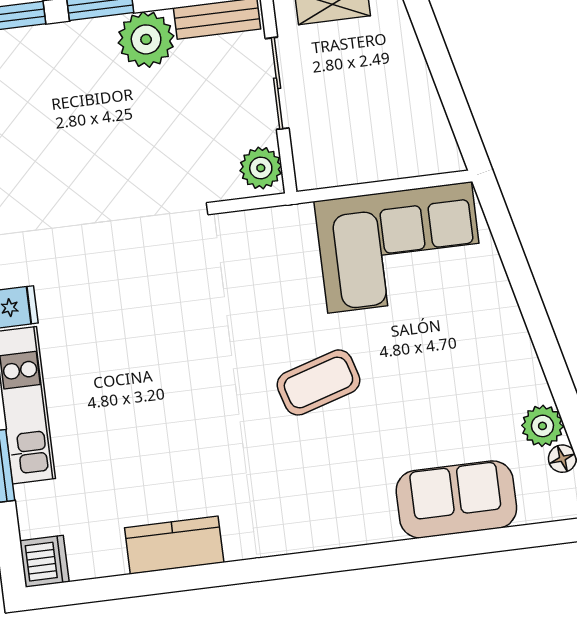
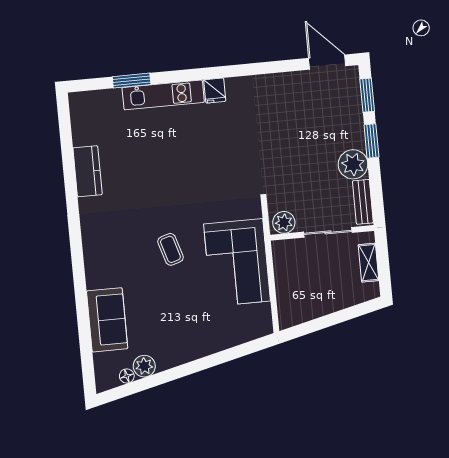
corner sofa: (400, 247) -> (237, 263), moved
coffee table: (318, 382) -> (170, 249), width x0.73, depth x0.77
dishwasher: (44, 561) -> (81, 103), removed

